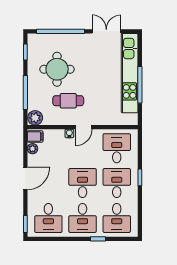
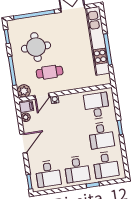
door: (84, 127) -> (42, 96), moved
desk: (83, 183) -> (72, 140), removed
desk: (117, 183) -> (101, 135), turned 180

